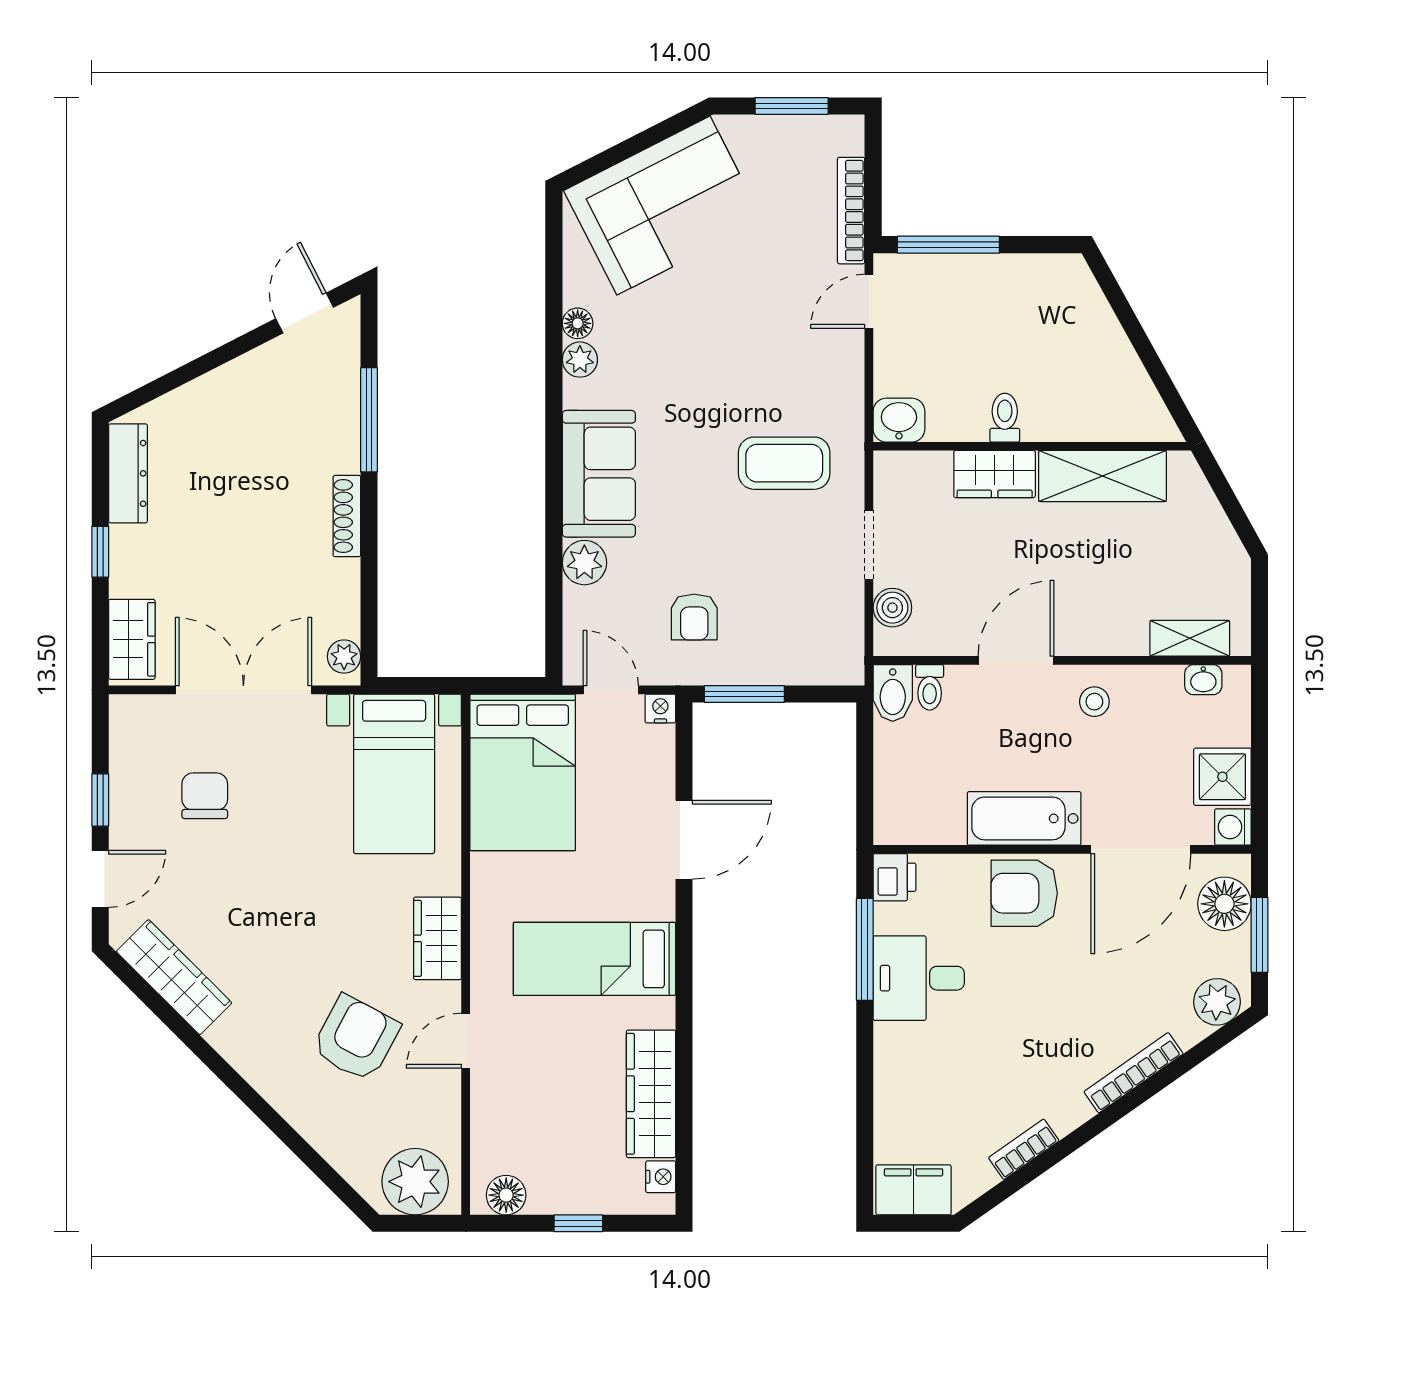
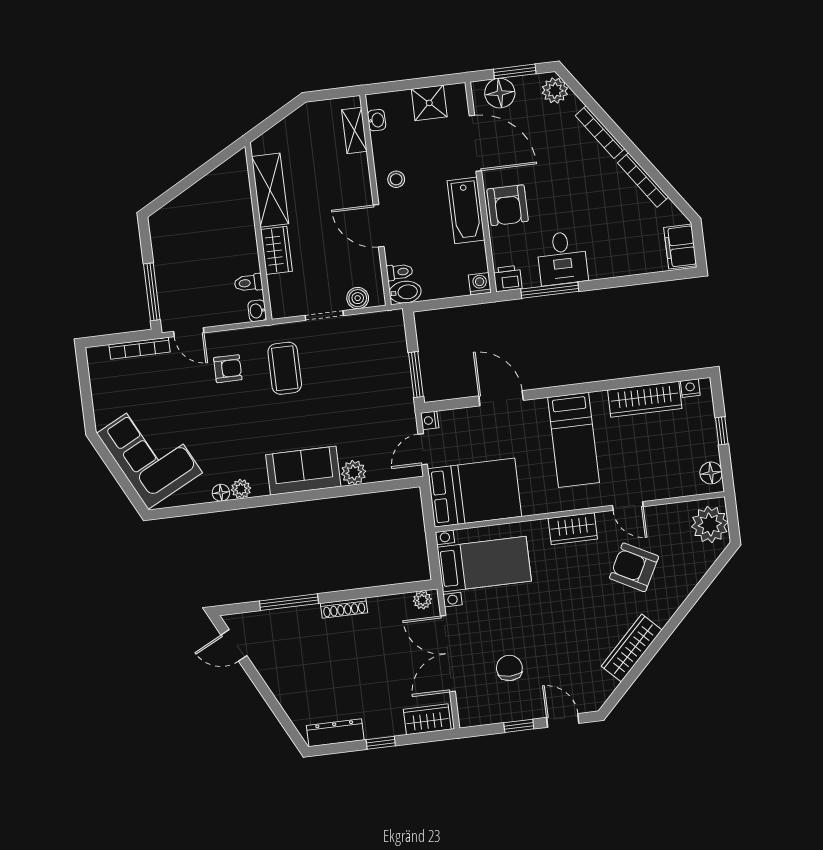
window: (792, 106) -> (85, 389), removed
toilet: (1005, 418) -> (248, 283), moved
washbasin: (899, 420) -> (257, 311), width x0.72, depth x0.69
armchair: (694, 617) -> (228, 369), moved
chair: (205, 796) -> (509, 668), turned 90
washing machine: (1233, 827) -> (480, 284), moved, turned 180
wardrobe: (174, 977) -> (632, 648), moved
bookcase: (1024, 1149) -> (643, 180), width x1.56

